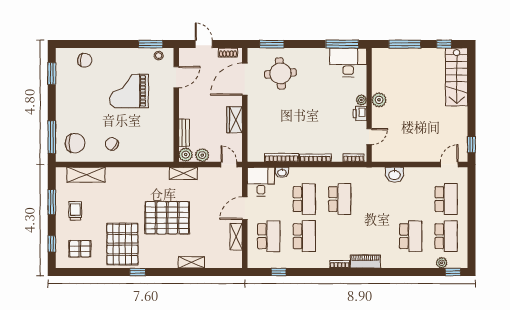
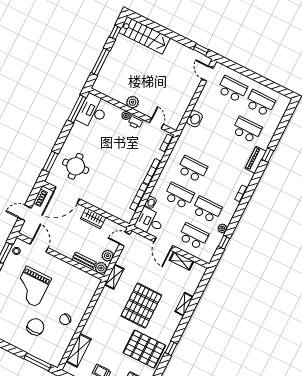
door: (245, 79) -> (67, 195), hinge flipped
chair: (75, 143) -> (35, 327), moved
piano: (365, 261) -> (255, 160), moved
plant: (442, 263) -> (222, 228), moved
window: (453, 272) -> (268, 155), moved

